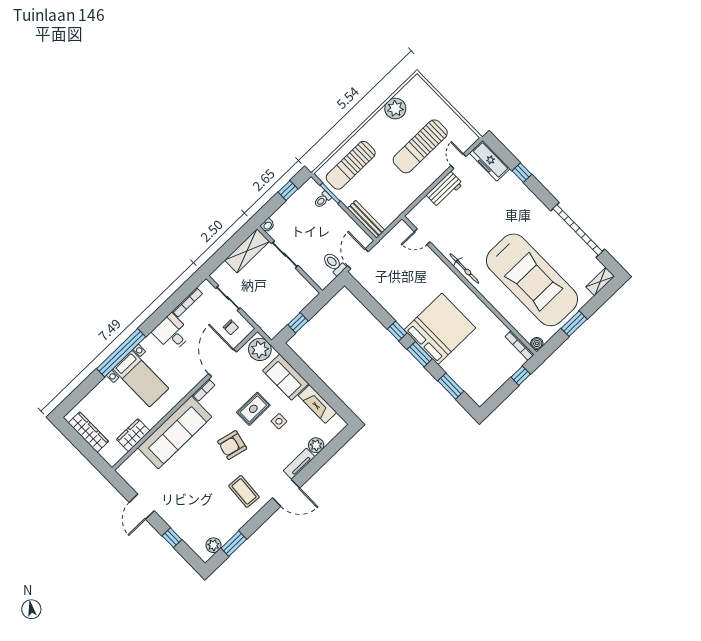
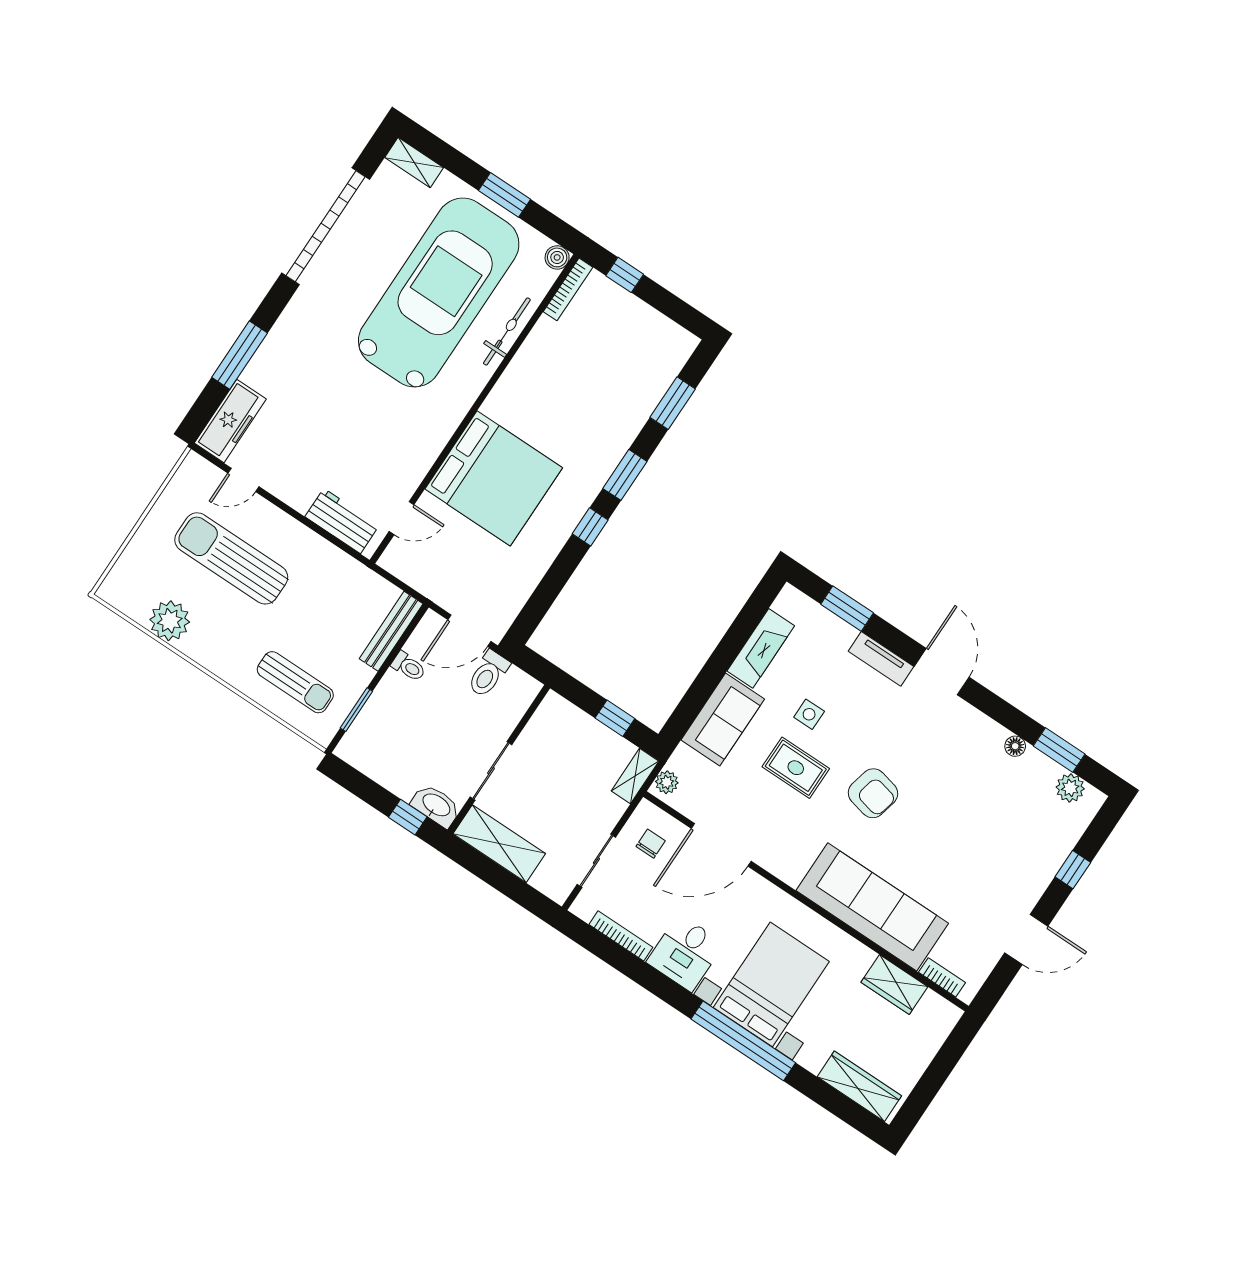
sun lounger: (420, 146) -> (231, 558), turned 180
sun lounger: (351, 165) -> (295, 682), width x0.73, depth x0.75
window: (522, 173) -> (240, 355), width x2.17
workbench: (445, 189) -> (342, 521), moved
window: (288, 190) -> (408, 817), moved
toilet: (322, 200) -> (409, 667), moved
washbasin: (267, 225) -> (436, 806), width x1.91, depth x1.45
door: (422, 237) -> (402, 518), hinge flipped
bicycle: (464, 268) -> (507, 331), moved
shelving: (267, 327) -> (635, 776), added
bed: (440, 329) -> (494, 478), moved, turned 180
plant: (260, 349) -> (667, 782), width x0.53, depth x0.53
bed with nightstands: (141, 379) -> (771, 984), width x1.36
bookcase: (204, 390) -> (942, 977), moved
wardrobe: (88, 432) -> (859, 1086), moved, turned 90
plant: (316, 445) -> (839, 634), removed
window: (328, 452) -> (847, 609), added
coffee table: (244, 491) -> (956, 752), removed
floor lamp: (240, 522) -> (1015, 746), added

